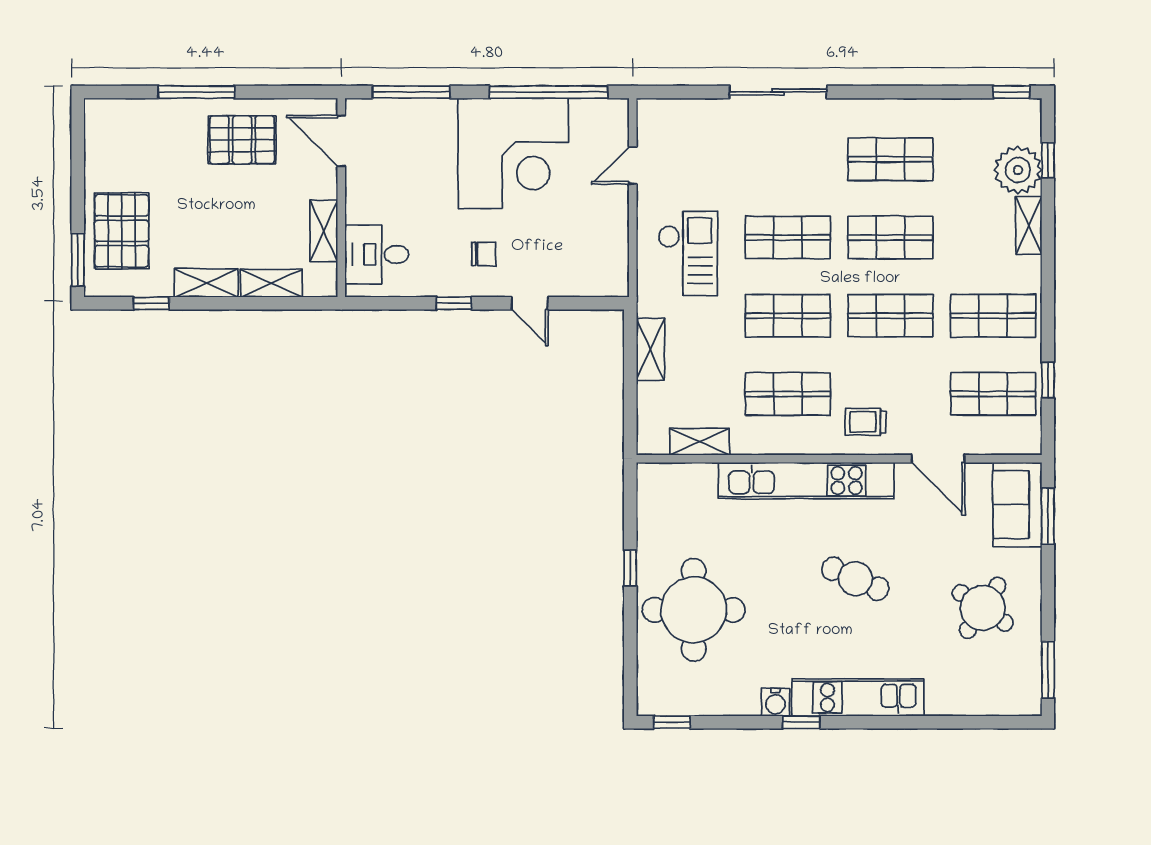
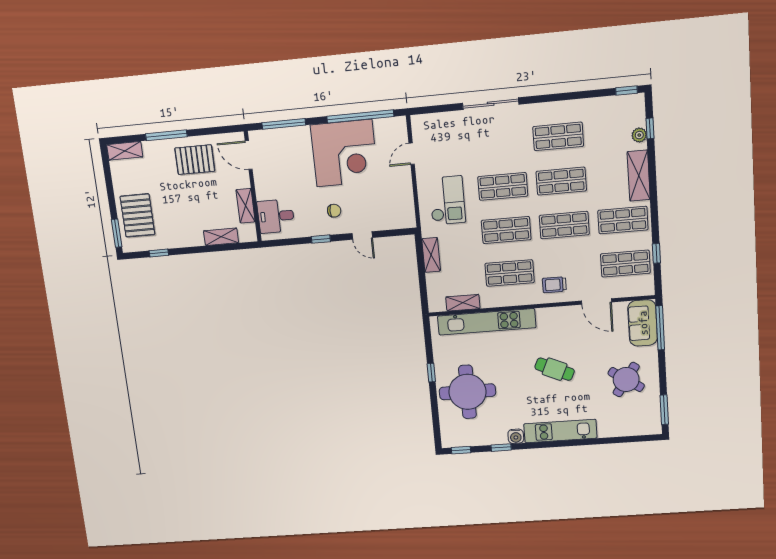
plant: (1018, 170) -> (639, 135), width x0.53, depth x0.53
shelving: (1029, 225) -> (639, 176), width x1.50, depth x1.33
shelving: (206, 283) -> (125, 151), moved
kitchen unit: (806, 481) -> (487, 322), moved
window: (1048, 516) -> (660, 328), width x1.44
window: (801, 722) -> (501, 448), moved

